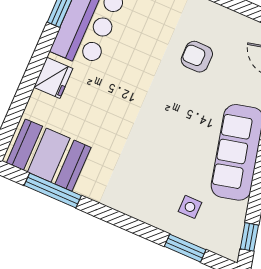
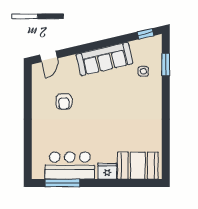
booth: (49, 155) -> (138, 166), moved, turned 90
window: (53, 190) -> (166, 146), removed

